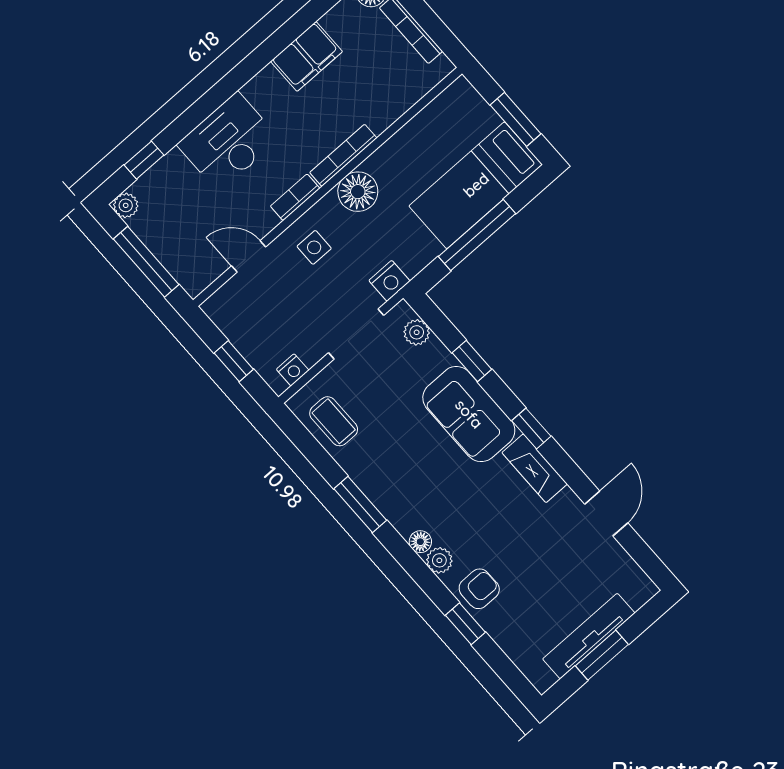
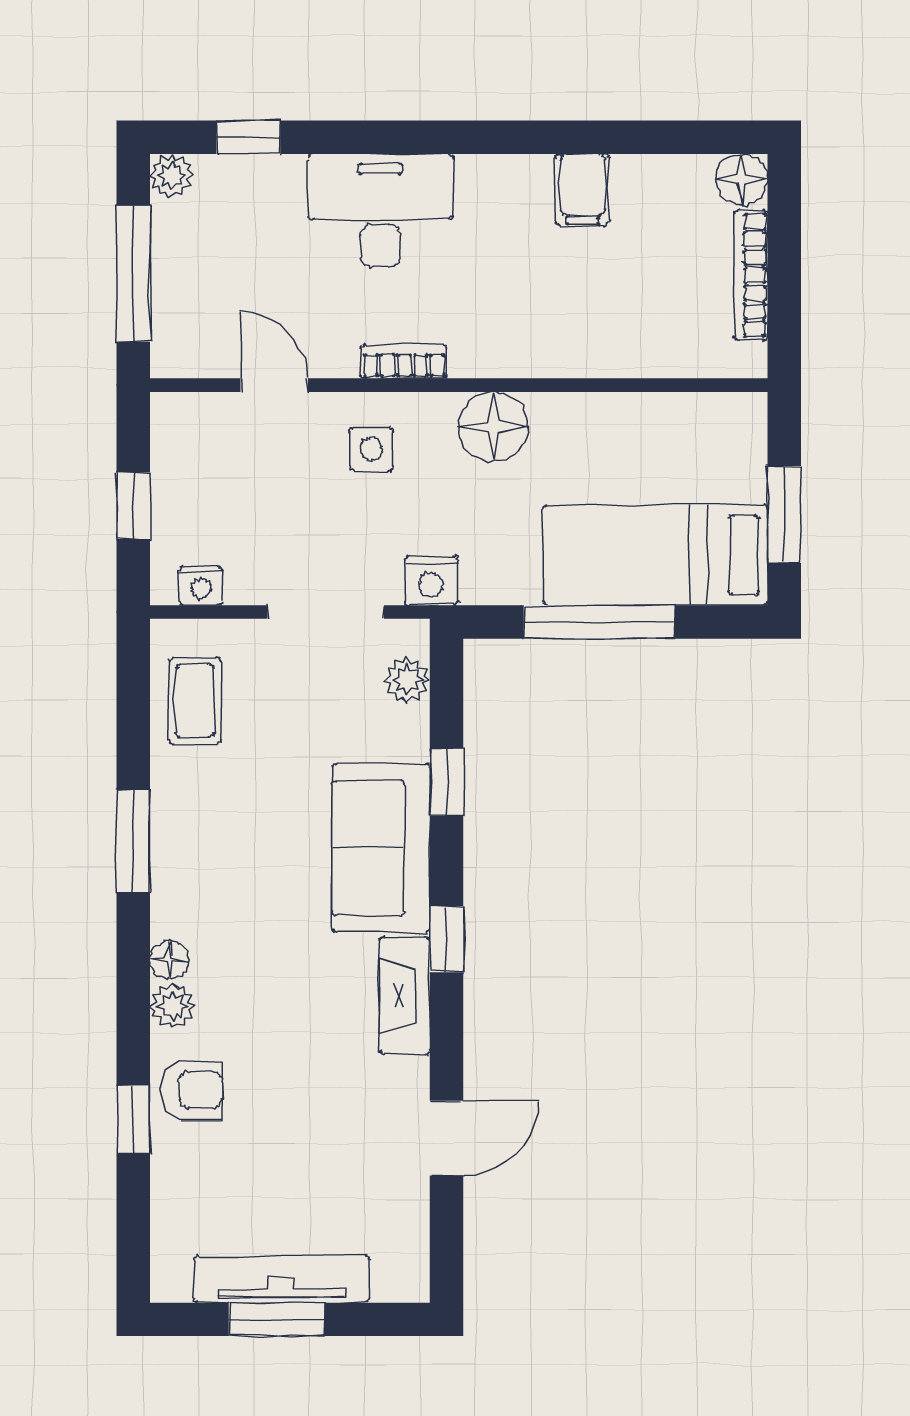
filing cabinet: (307, 56) -> (582, 189), width x0.50
bookcase: (343, 155) -> (516, 362), removed

